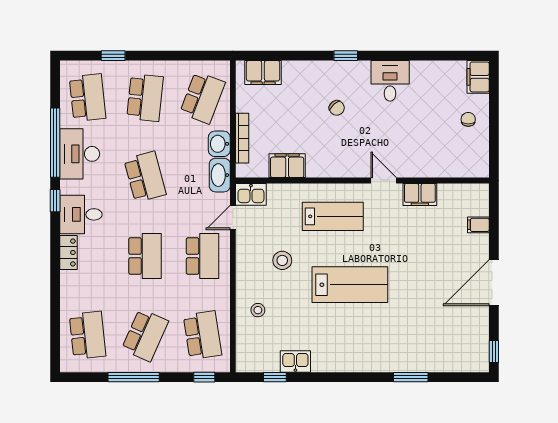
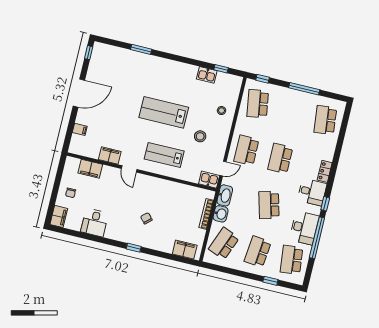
desk: (390, 81) -> (95, 223), moved
filing cabinet: (287, 166) -> (90, 169), moved
school desk: (145, 335) -> (291, 112), removed

